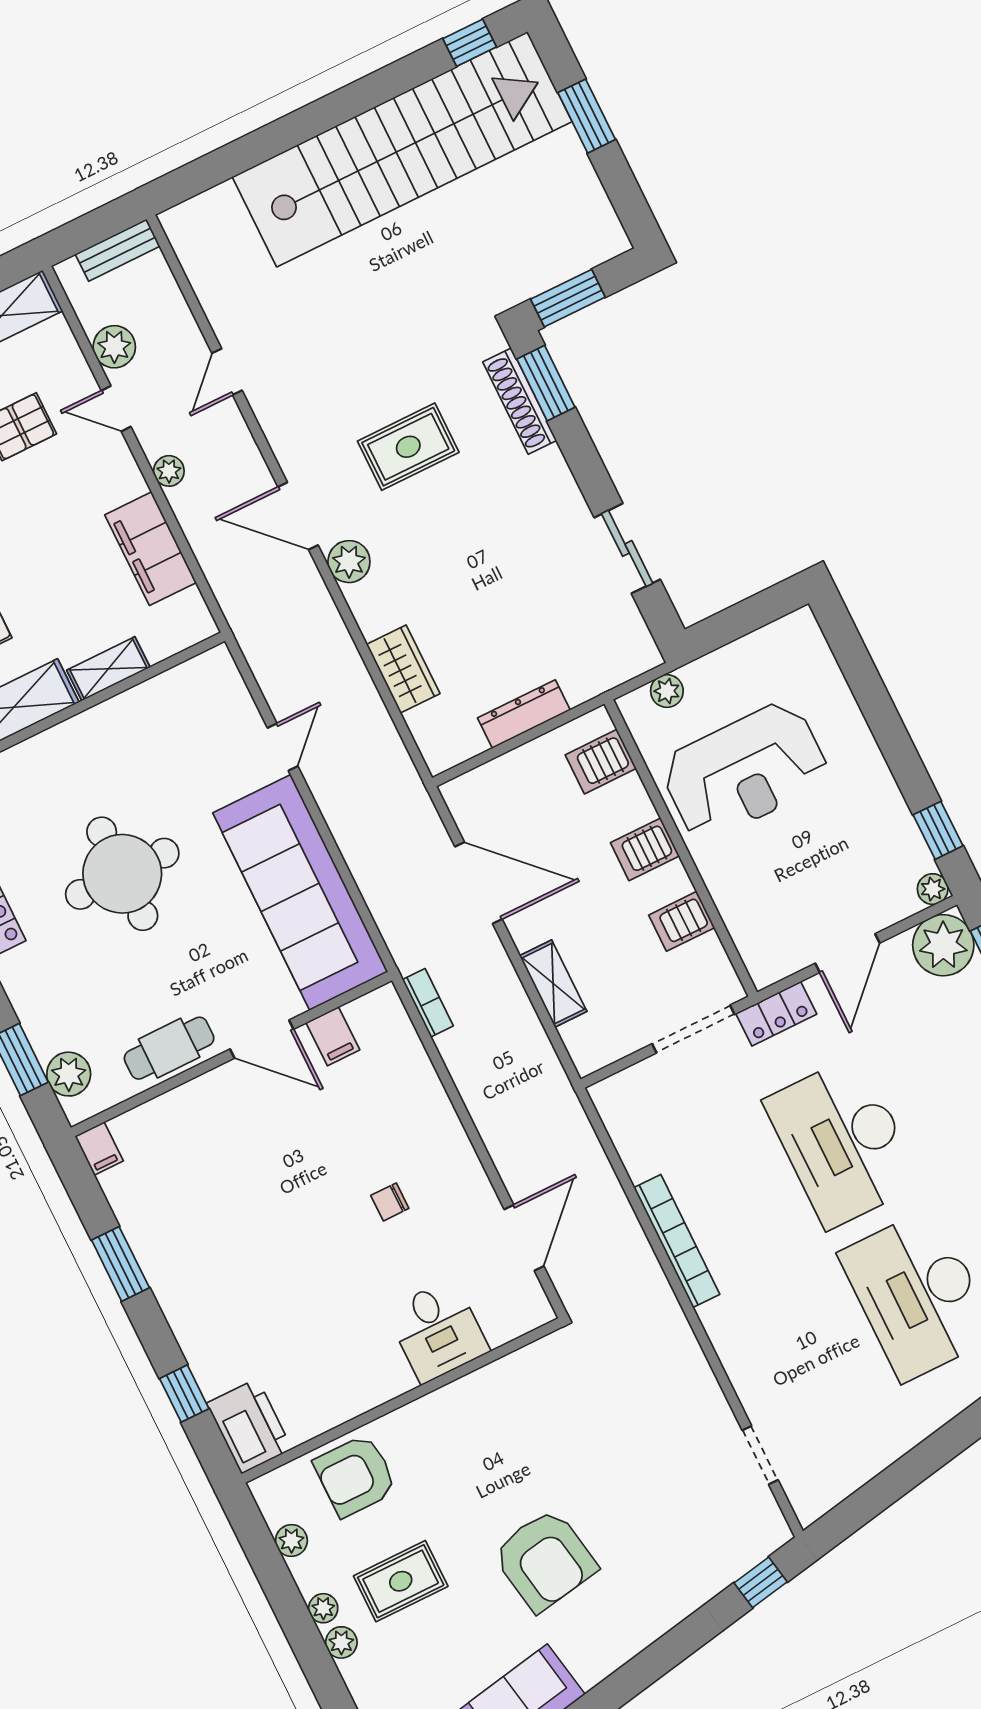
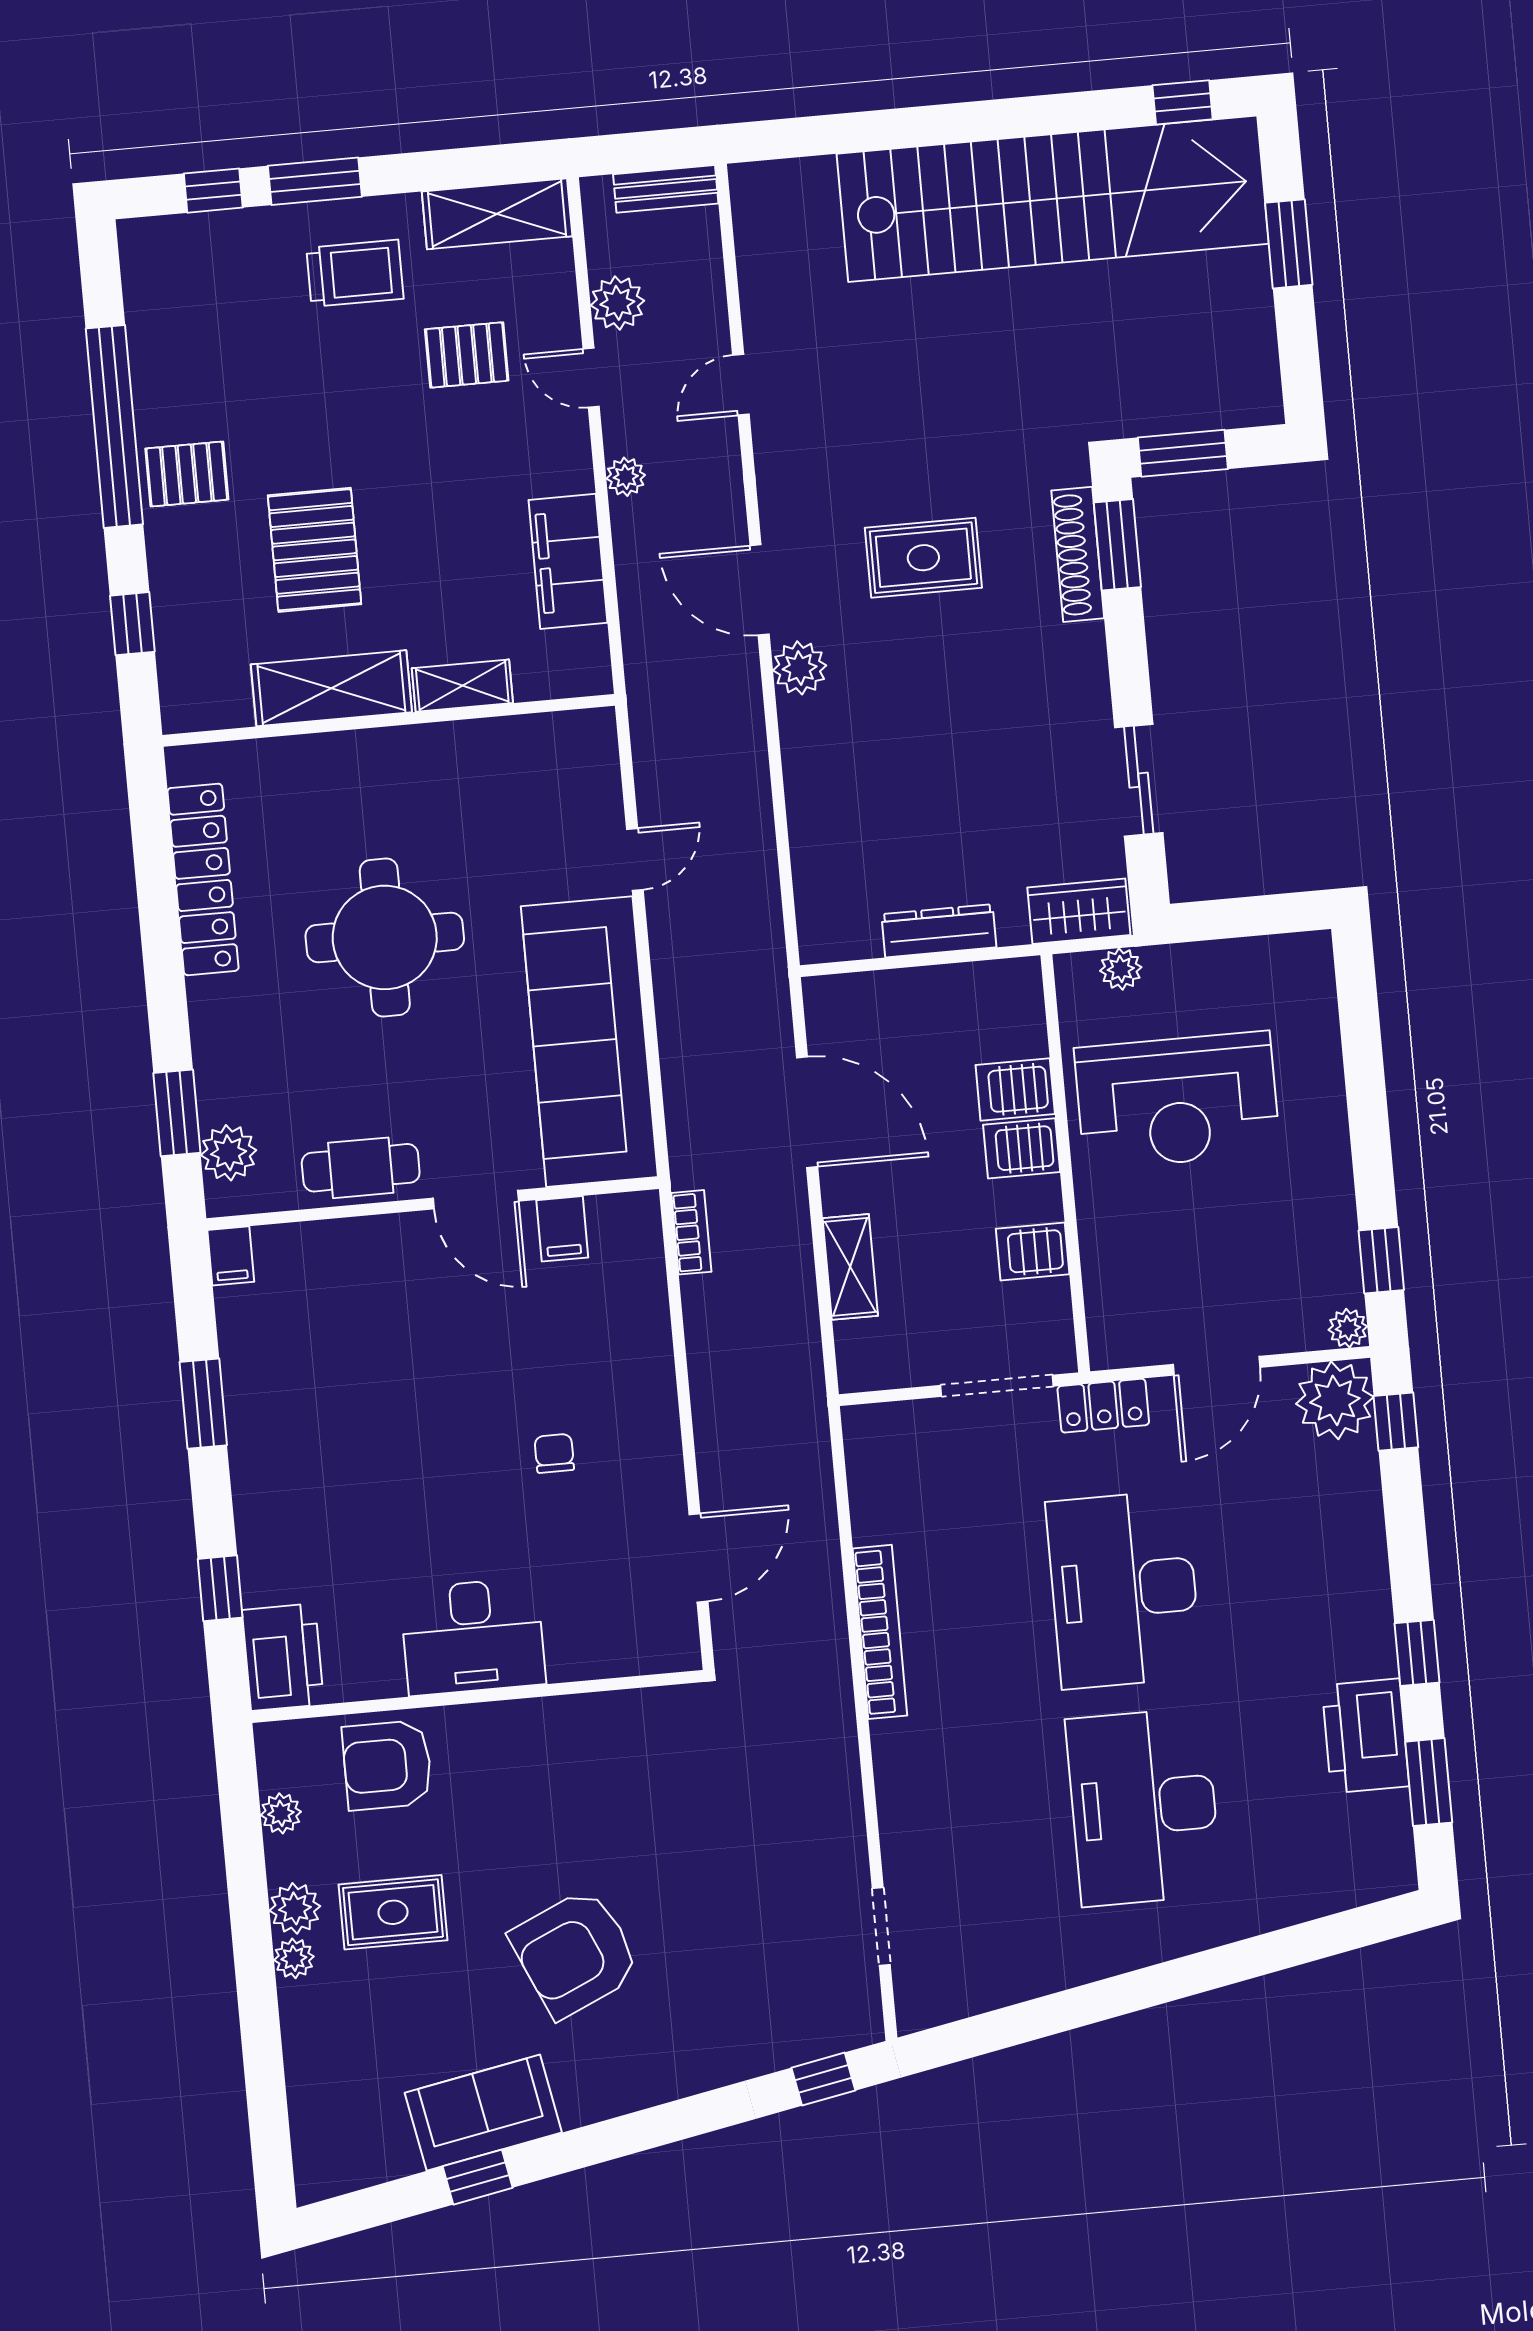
wardrobe: (403, 669) -> (1079, 911), moved, turned -90
server rack: (601, 762) -> (1015, 1090), moved
chair: (390, 1202) -> (554, 1453), turned 90
desk: (438, 1331) -> (473, 1637), moved, width x1.37
armchair: (545, 1560) -> (575, 1953), turned 76
plant: (323, 1608) -> (295, 1908), width x1.38, depth x1.38

